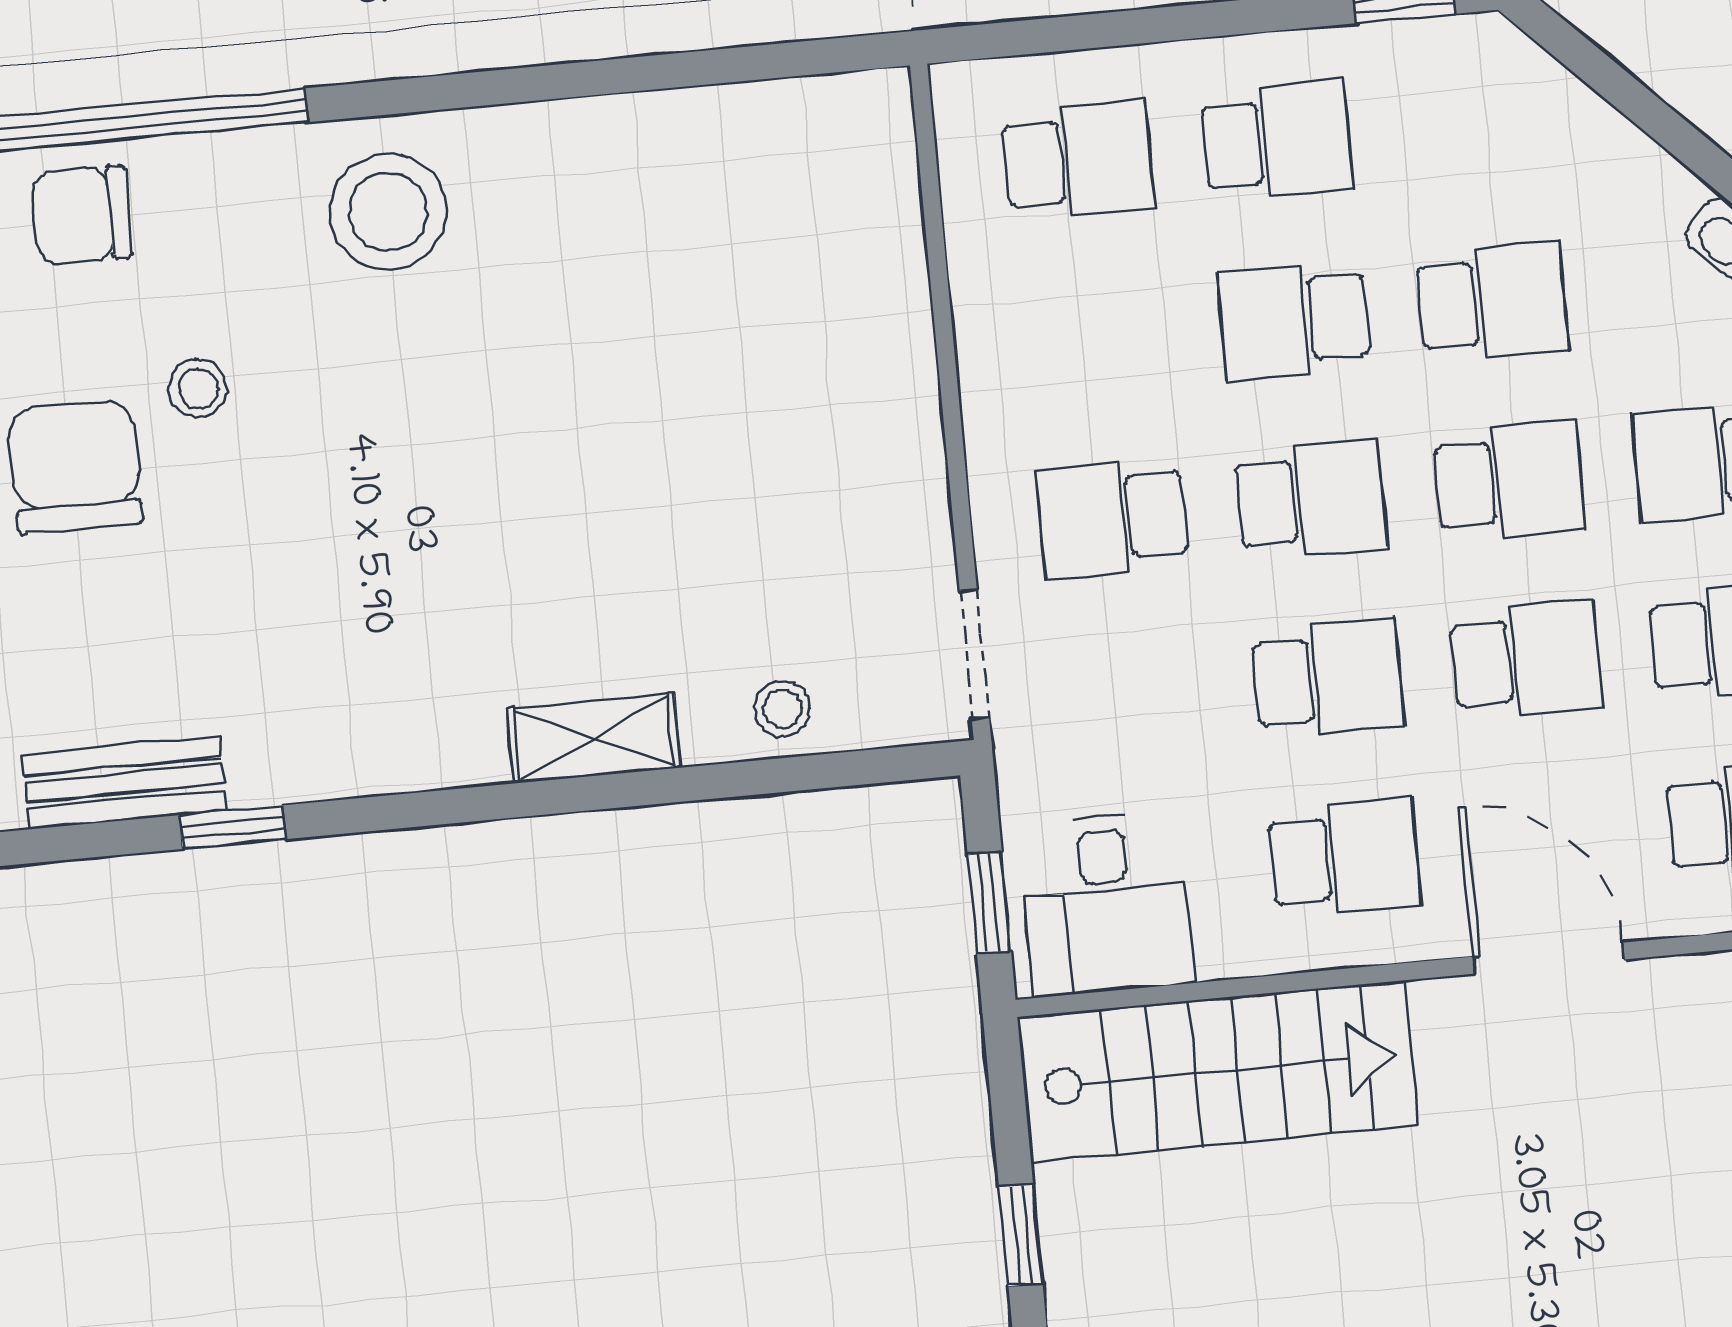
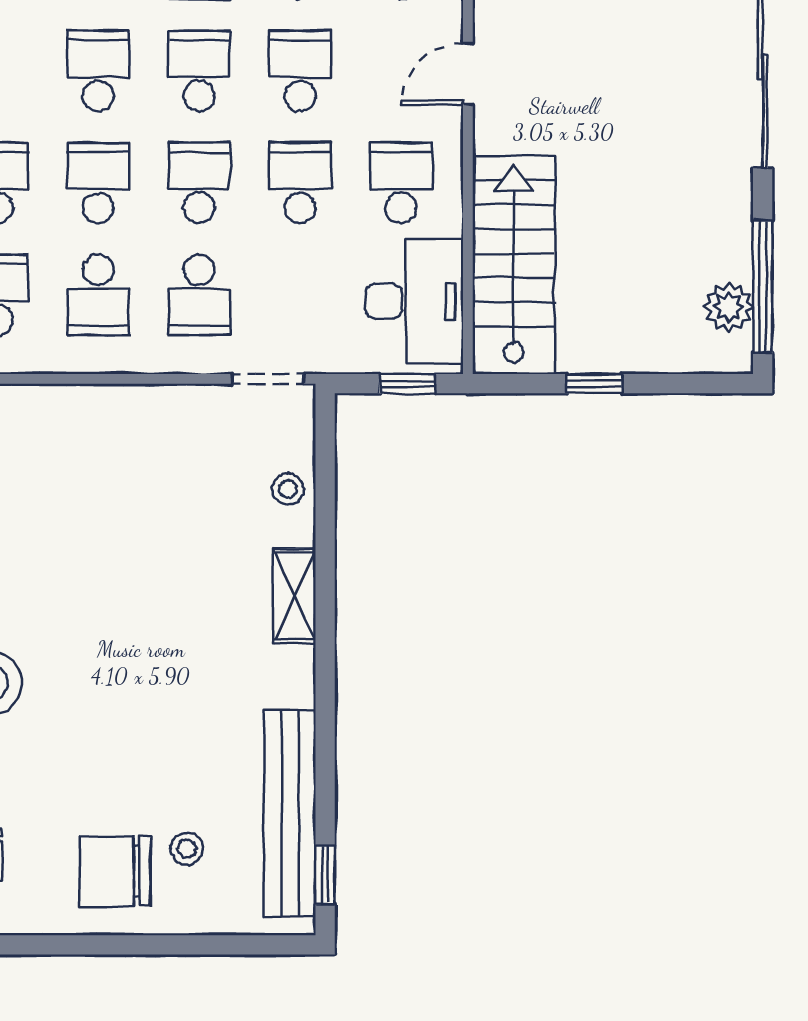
school desk: (1294, 321) -> (98, 183), turned 180
school desk: (1095, 339) -> (98, 295), added
stool: (198, 388) -> (187, 849), moved
bench: (124, 783) -> (290, 813), width x1.86, depth x1.21
window: (233, 827) -> (325, 875), moved
desk: (1106, 904) -> (414, 301), width x1.37
door: (1549, 958) -> (468, 74), width x0.73

